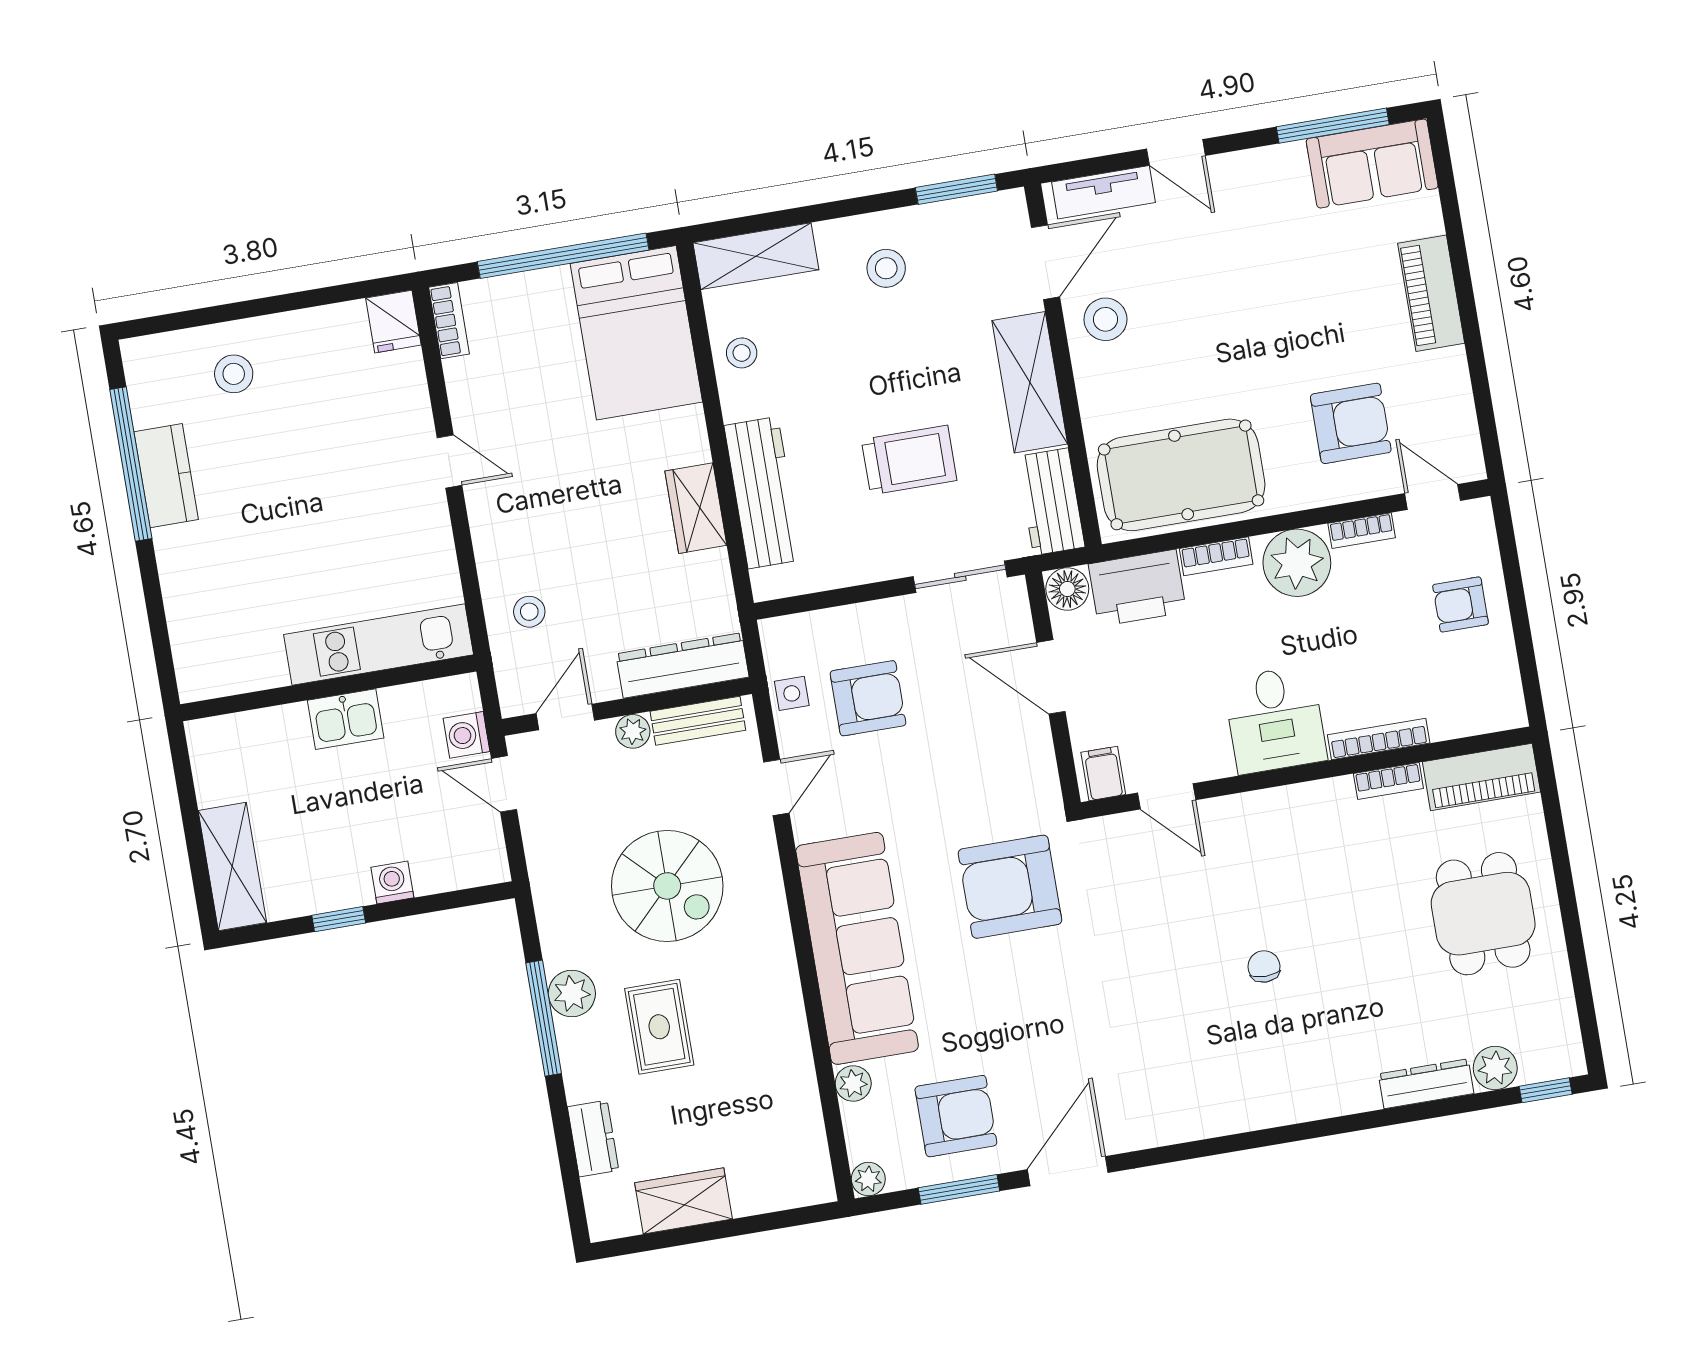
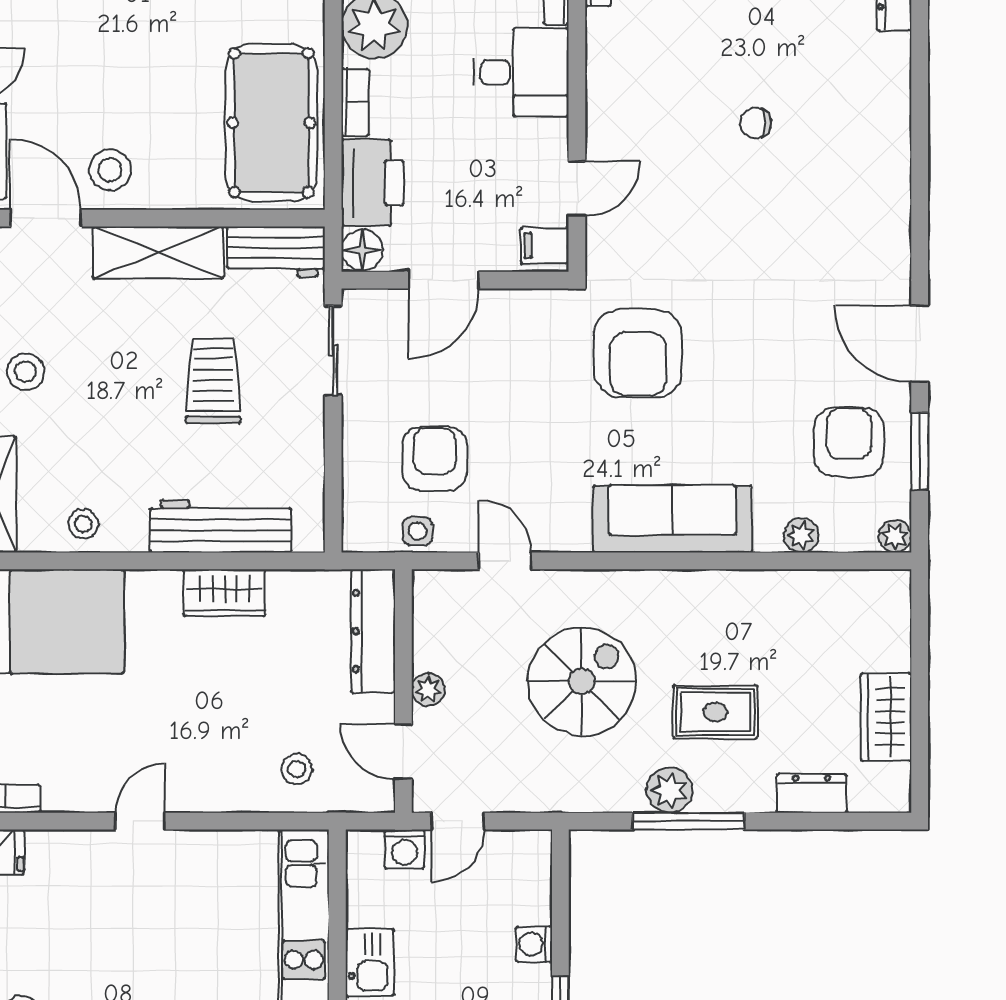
bench: (698, 721) -> (428, 625), removed
sofa: (857, 948) -> (672, 519), width x0.74, depth x0.79

